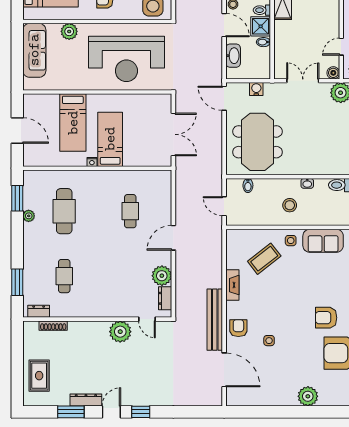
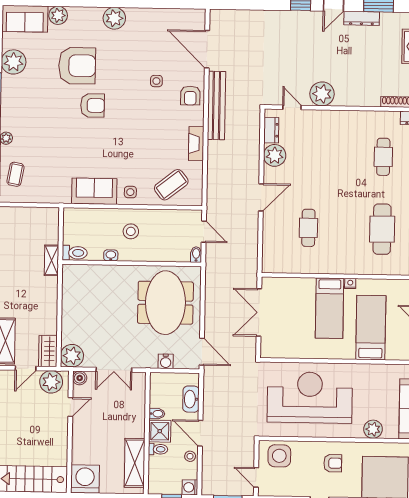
bidet: (248, 185) -> (196, 255), moved
coffee table: (264, 259) -> (171, 185), moved

